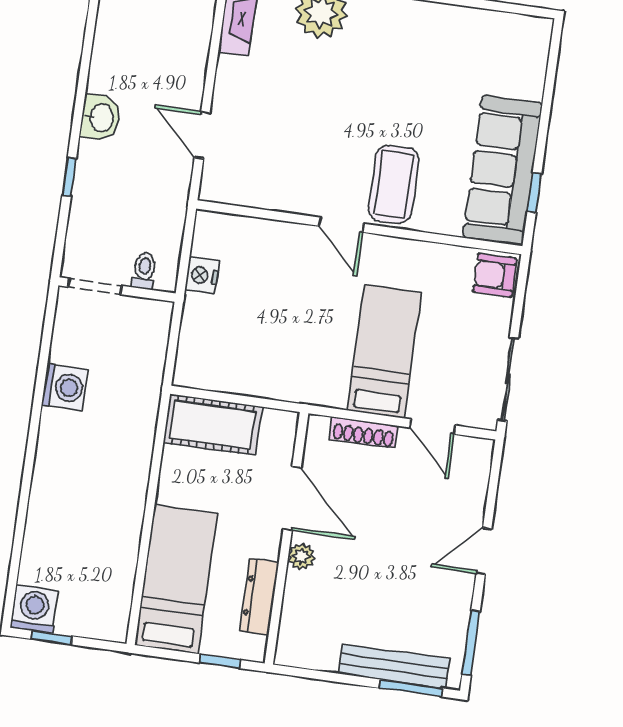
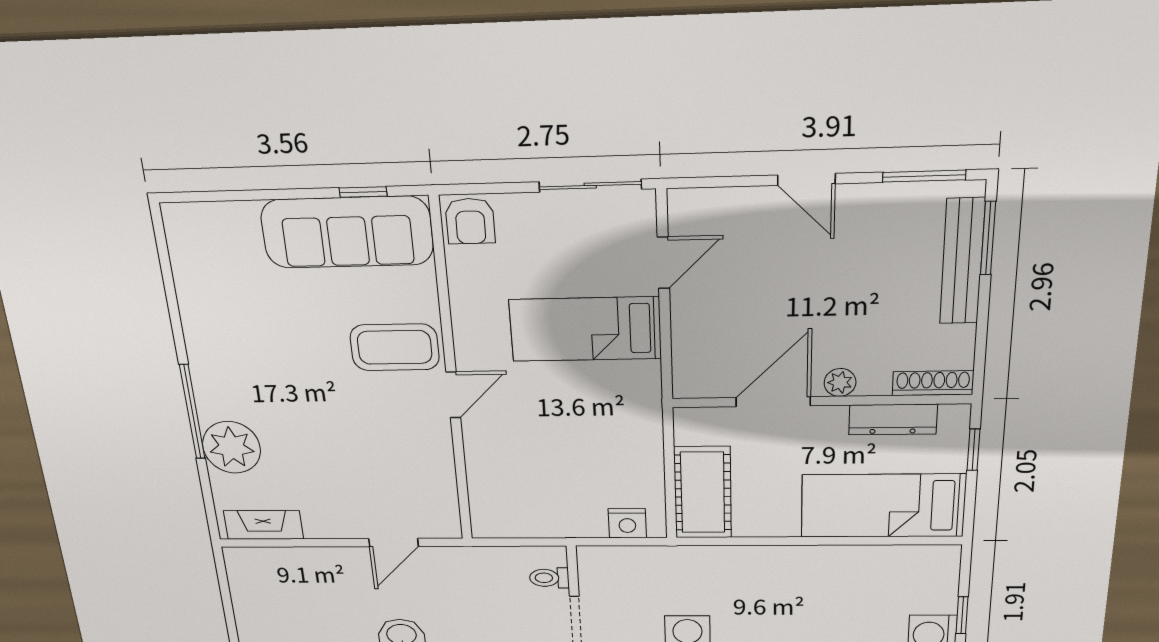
nightstand: (202, 275) -> (627, 523), moved
shoe rack: (363, 432) -> (933, 383), moved, turned -90

